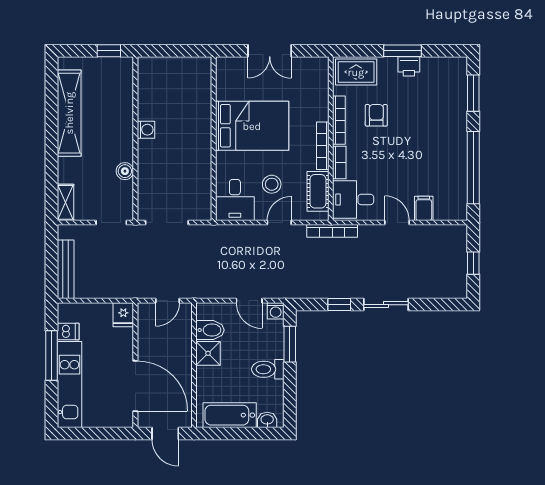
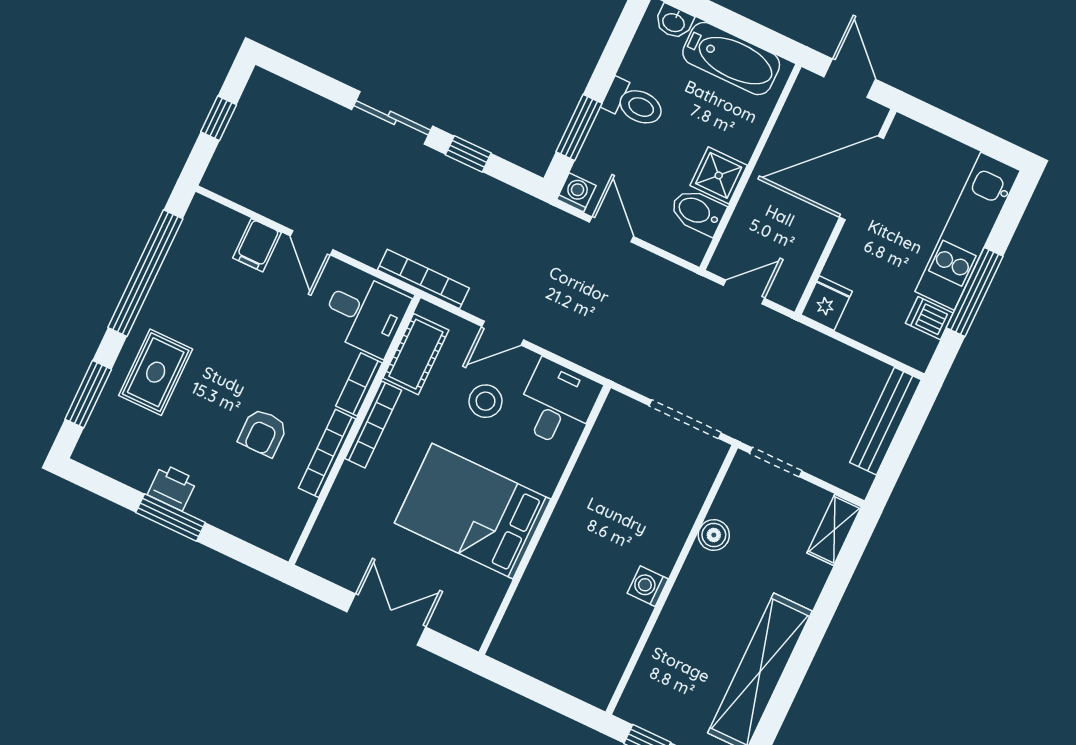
rug: (356, 72) -> (156, 372), moved, turned 90
door: (135, 386) -> (862, 178), hinge flipped

